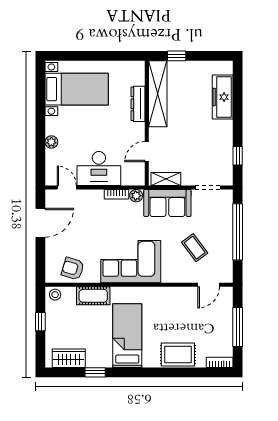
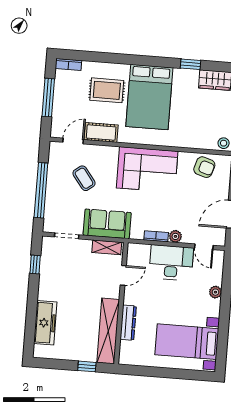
plant: (136, 196) -> (175, 236), moved
cot: (93, 296) -> (101, 132), moved
bed: (127, 336) -> (149, 97), width x1.50
rug: (178, 354) -> (107, 90), moved

